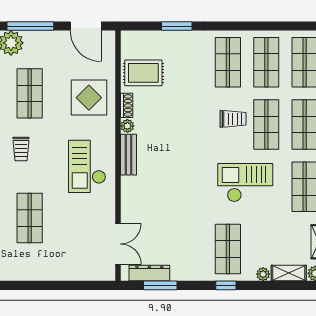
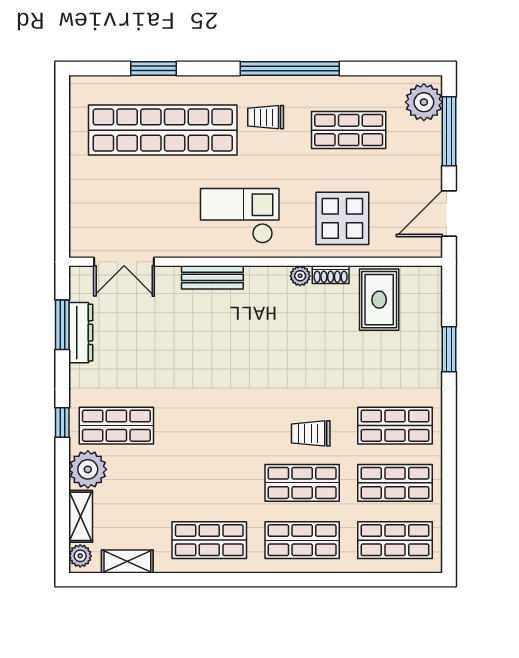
trolley: (233, 119) -> (311, 433), turned 90
bench: (129, 155) -> (212, 277), moved
checkout: (245, 183) -> (215, 452), removed
shop shelf: (30, 218) -> (163, 130), width x2.00, depth x1.36
dresser: (149, 273) -> (81, 333), moved
plant: (263, 274) -> (88, 469), width x1.88, depth x1.88

